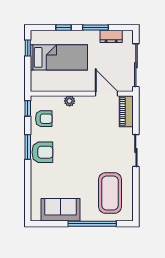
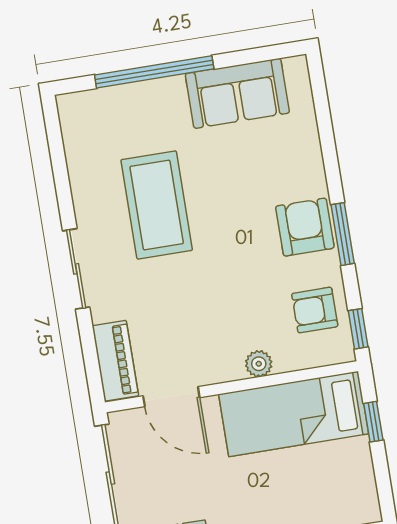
window: (28, 48) -> (373, 422), moved
bed: (59, 57) -> (294, 414), moved
armchair: (42, 152) -> (305, 227), turned 90
coffee table: (110, 193) -> (157, 205), moved

